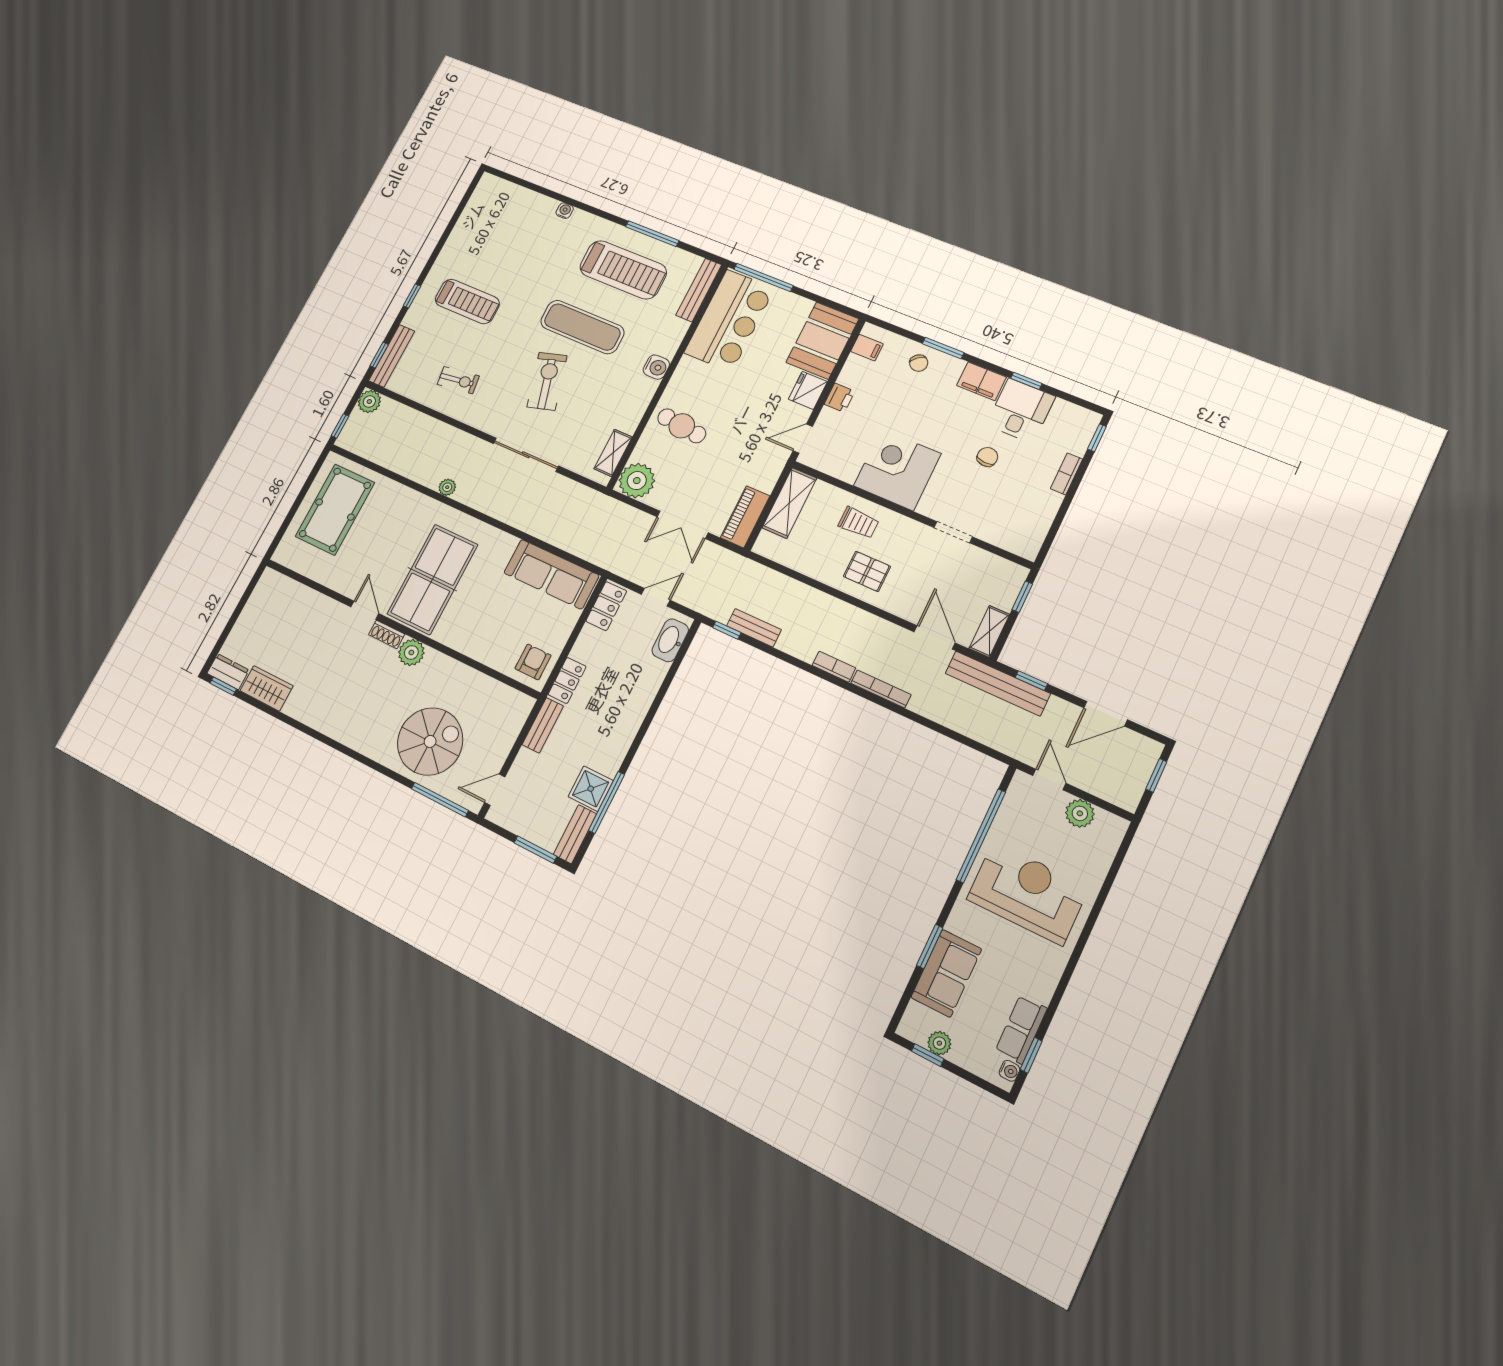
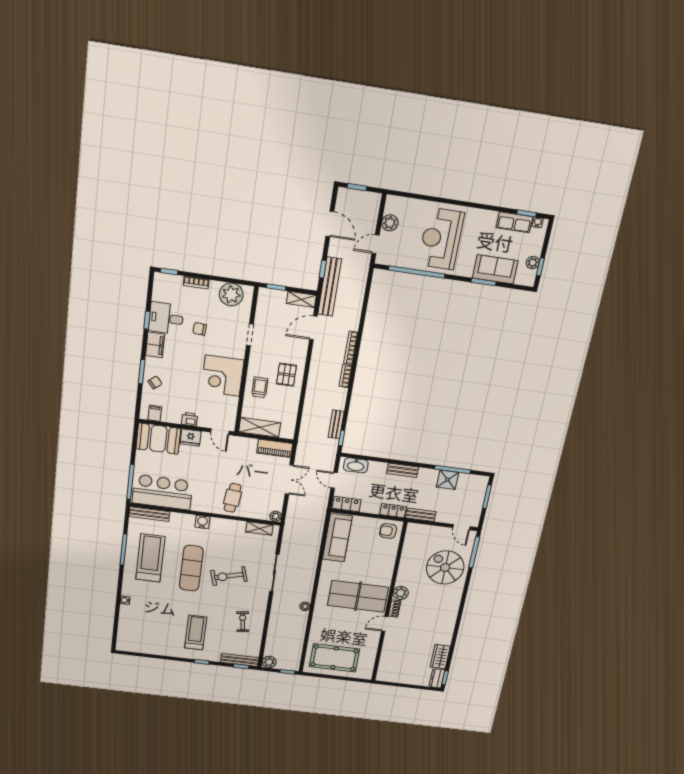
plant: (637, 481) -> (276, 516), width x0.53, depth x0.53
plant: (1031, 522) -> (231, 294), added
bench: (575, 834) -> (403, 470), moved

